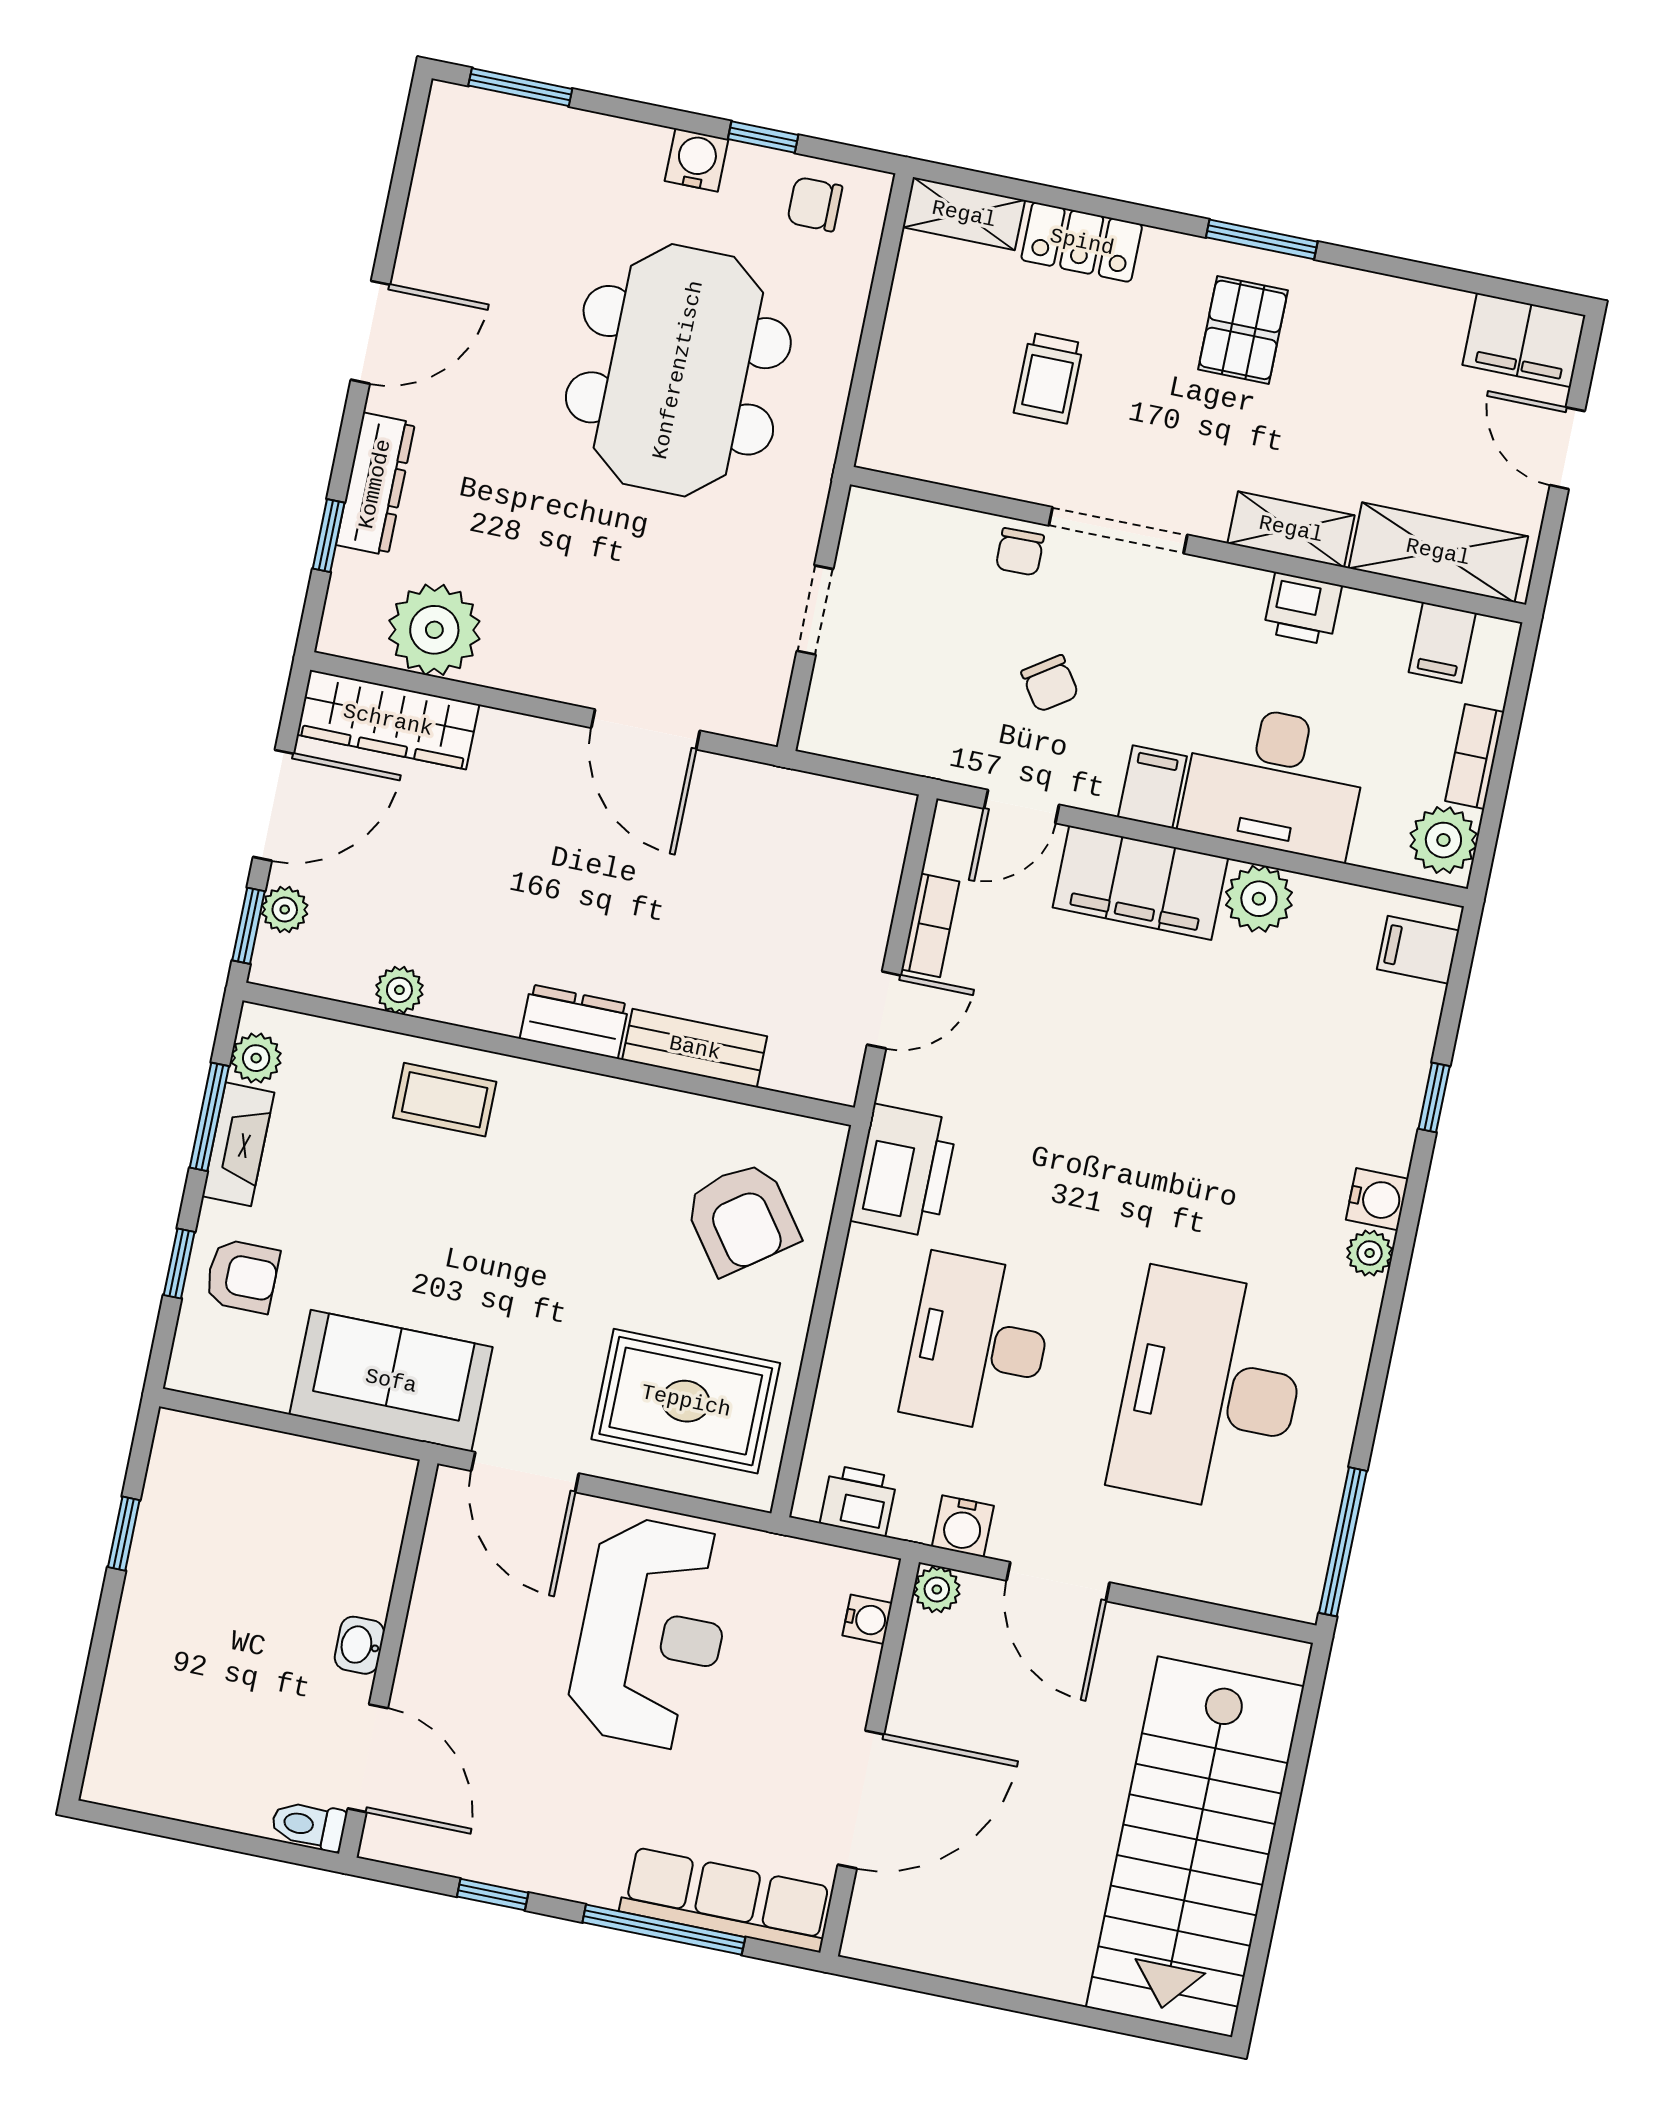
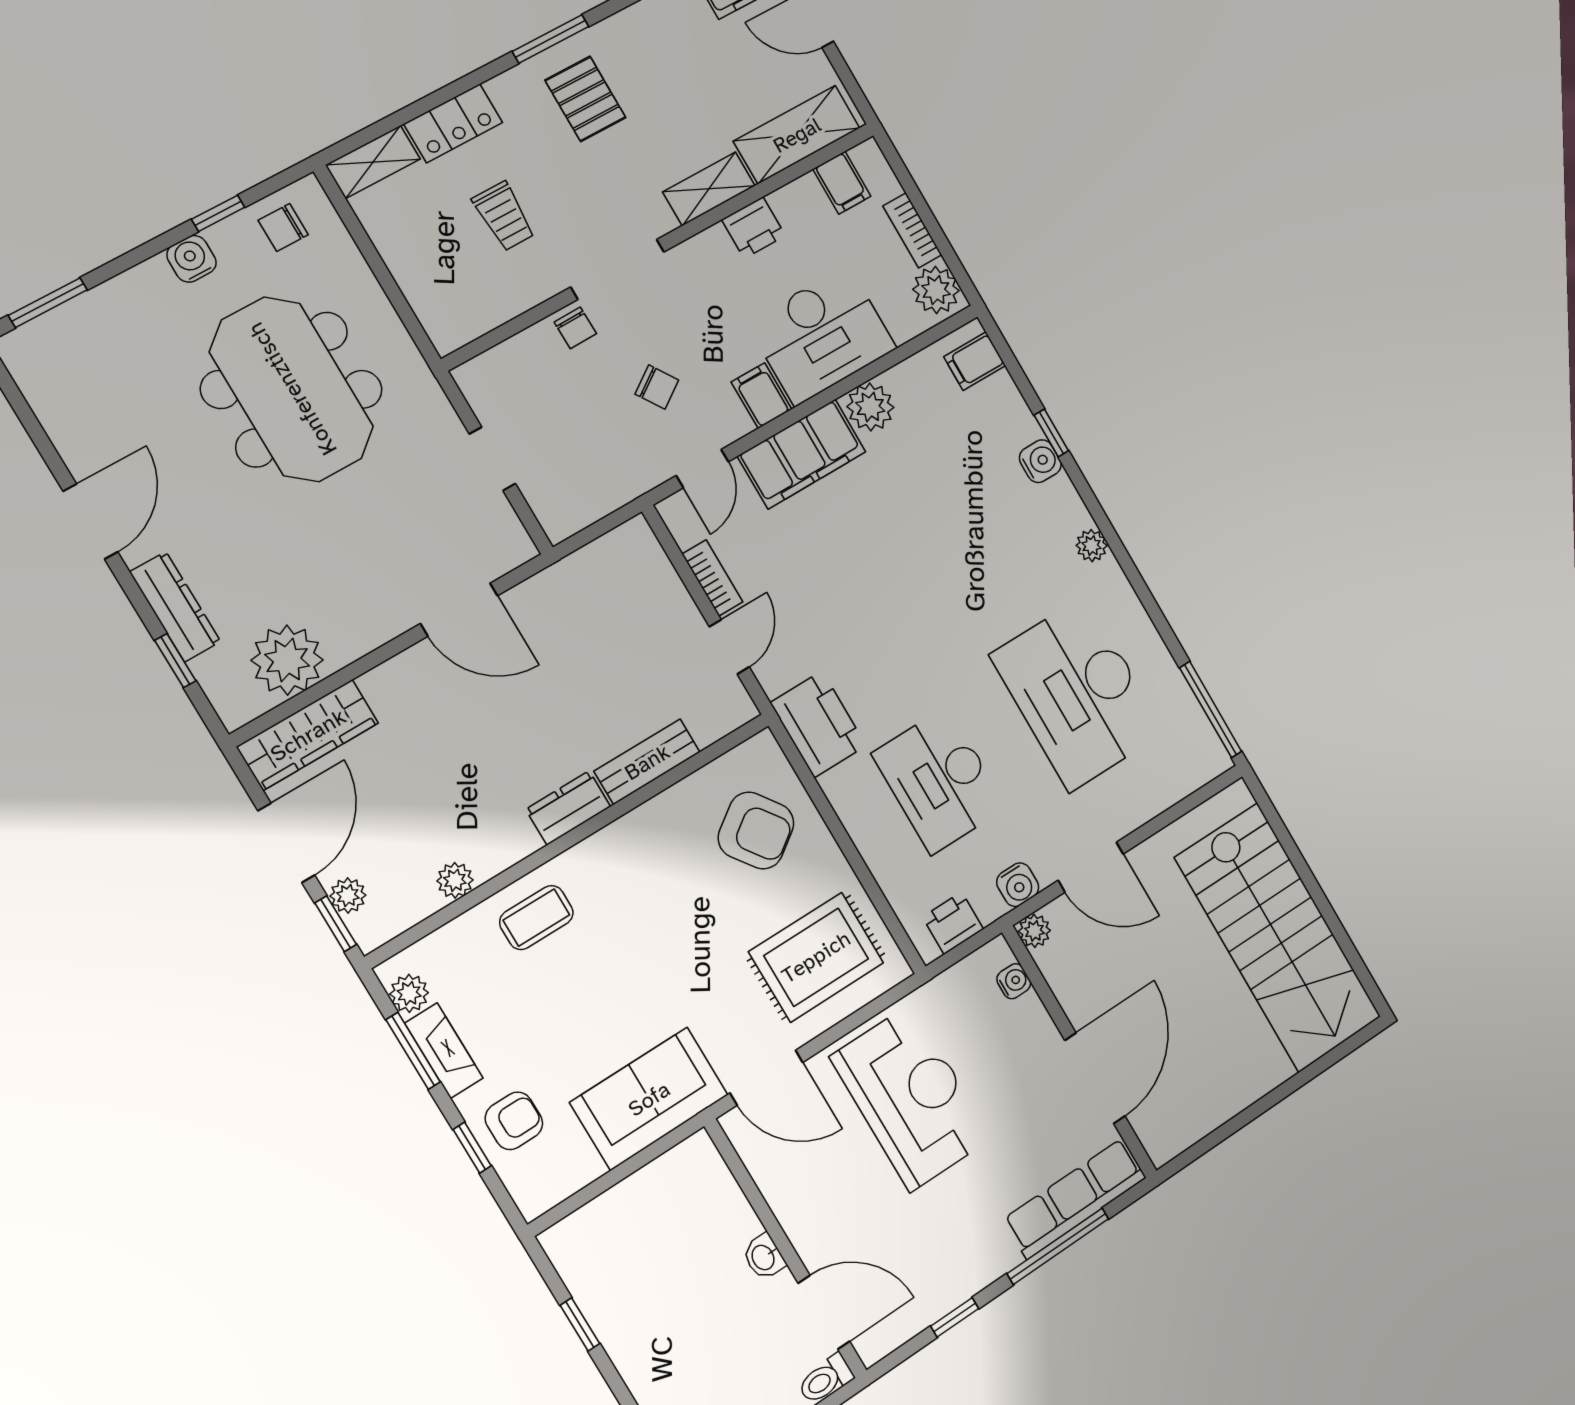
water cooler: (1377, 1199) -> (1040, 461), moved

